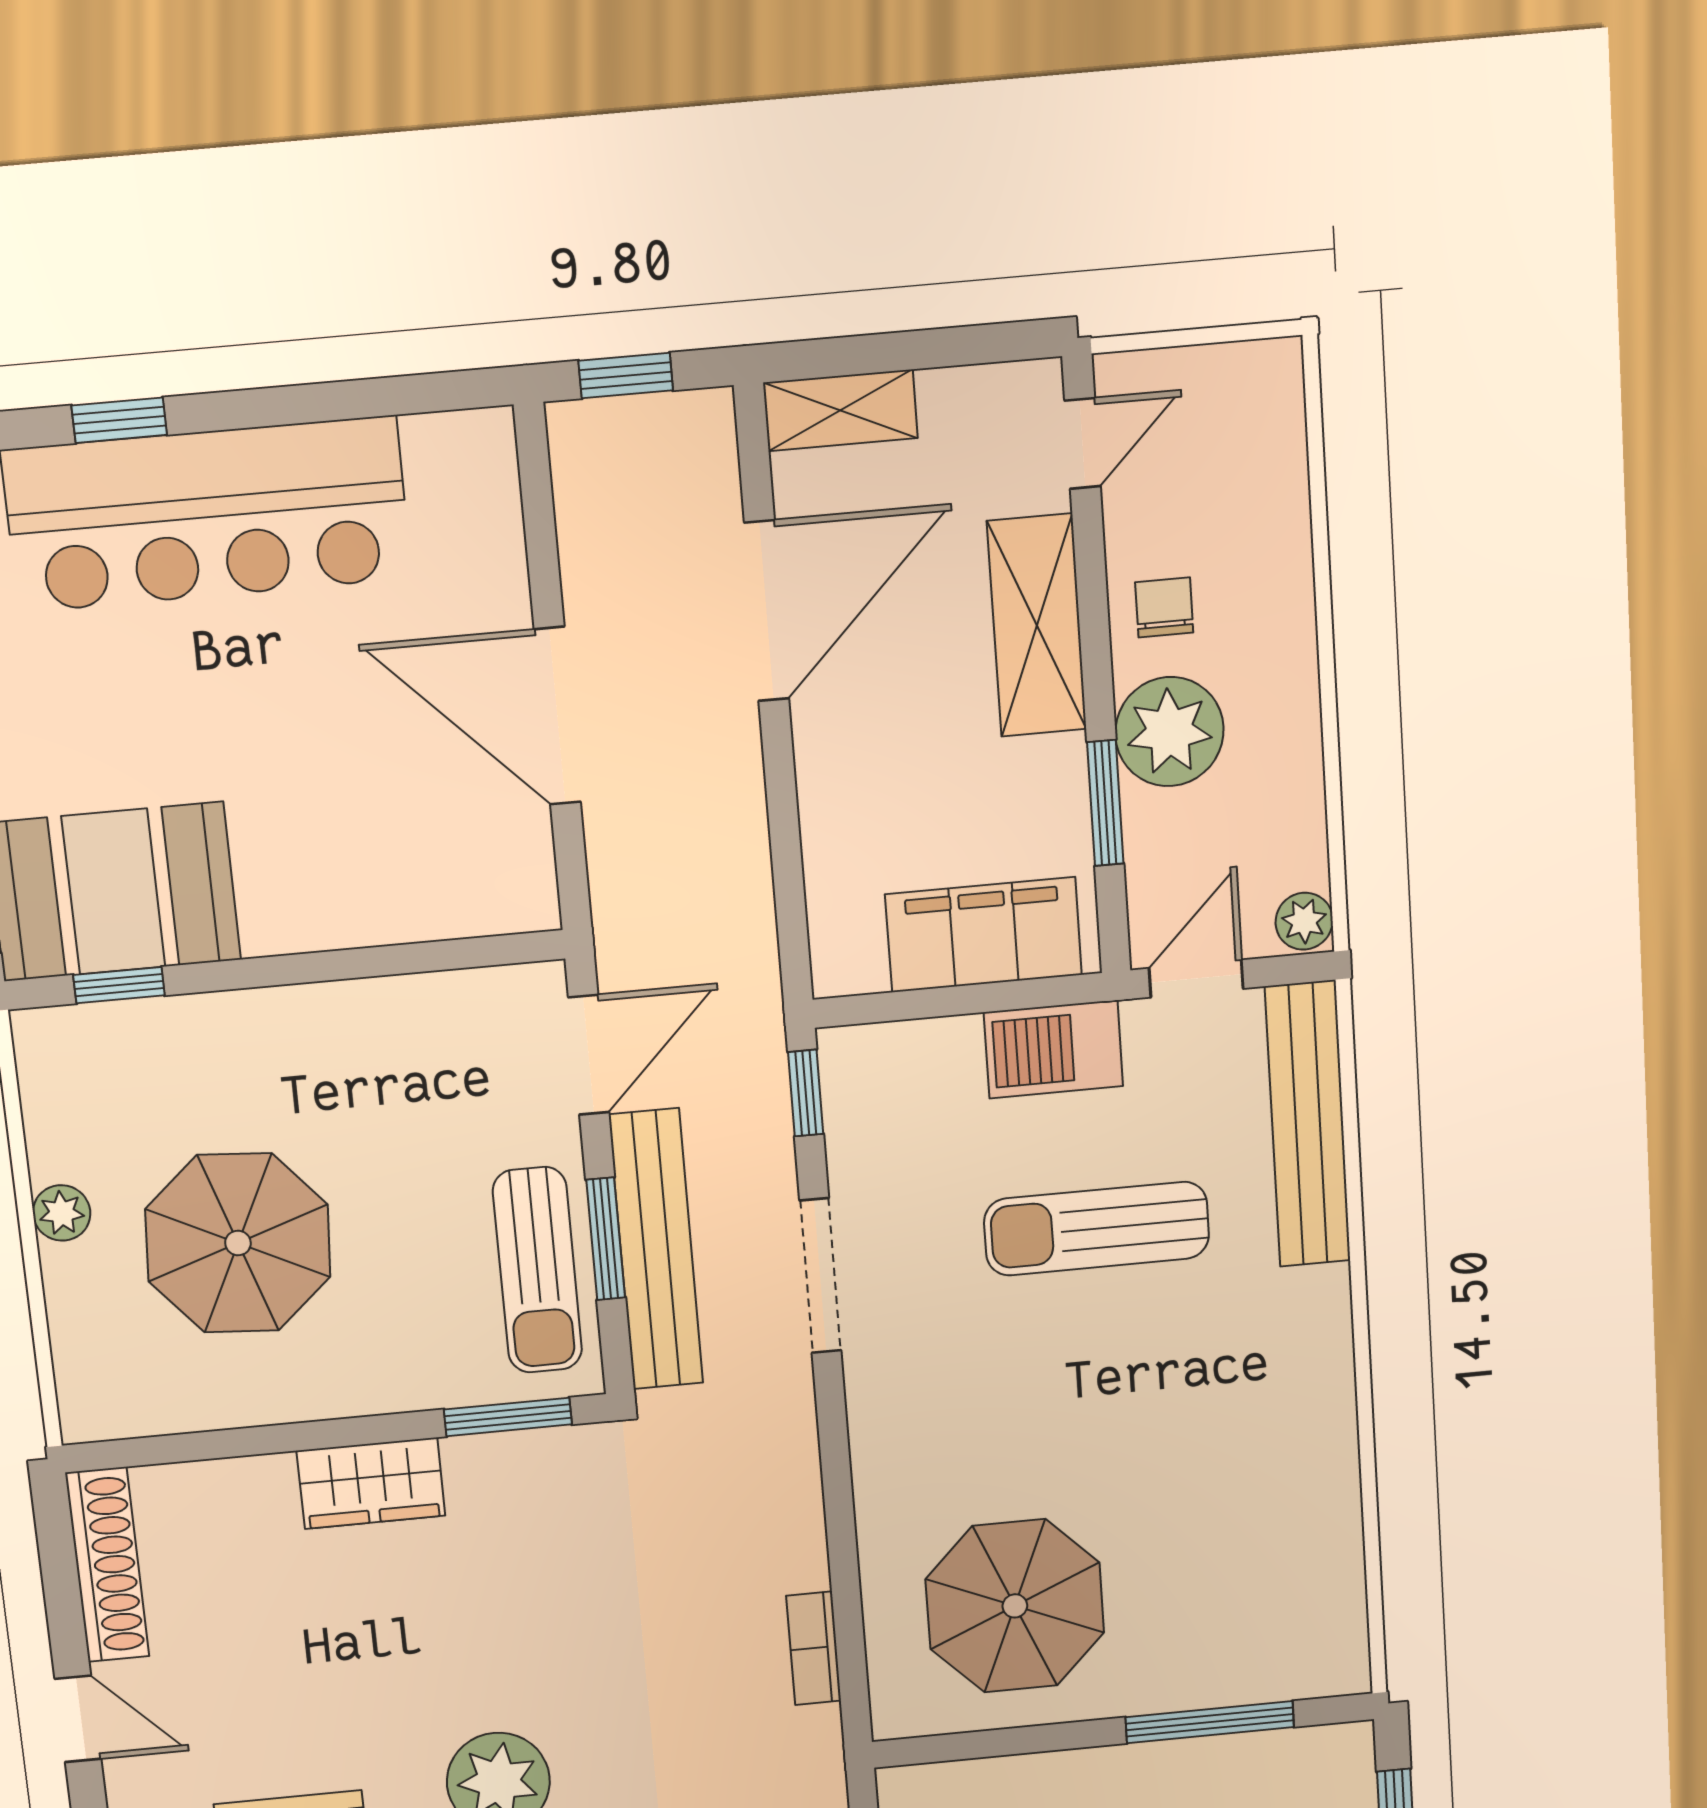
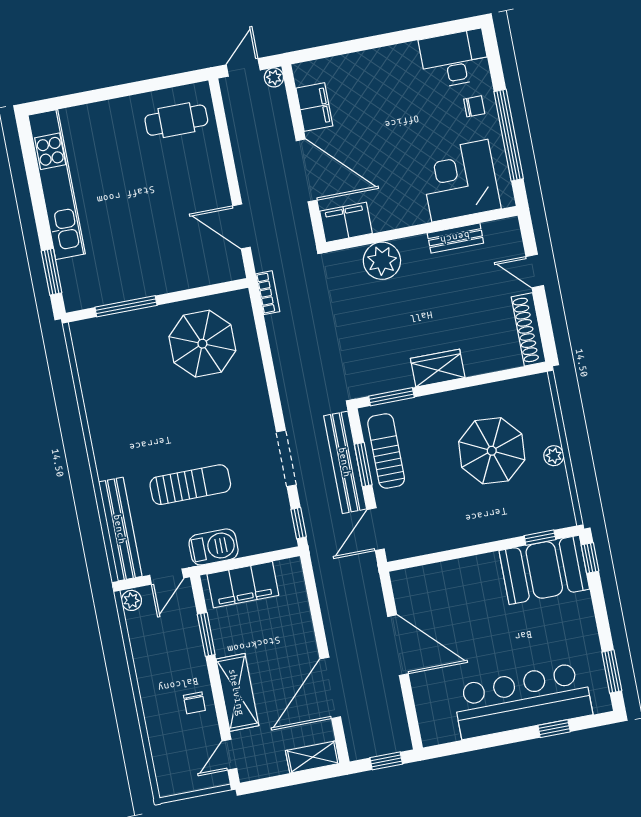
plant: (1169, 732) -> (187, 661), removed
bookcase: (814, 1648) -> (268, 293), moved

